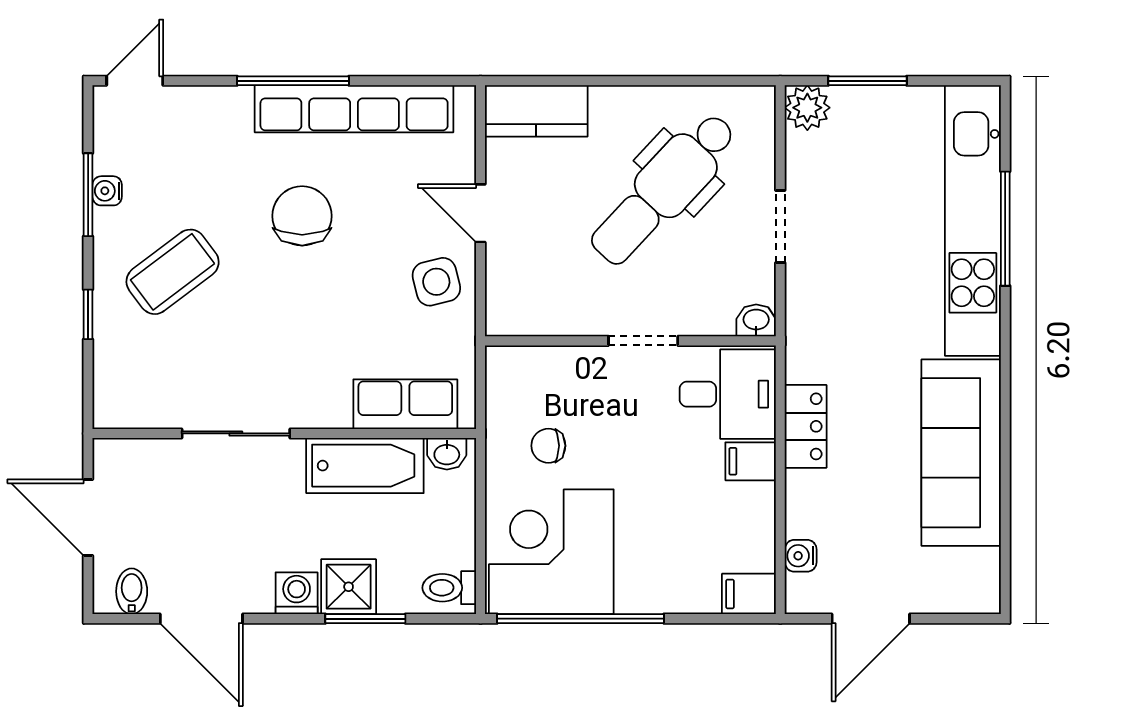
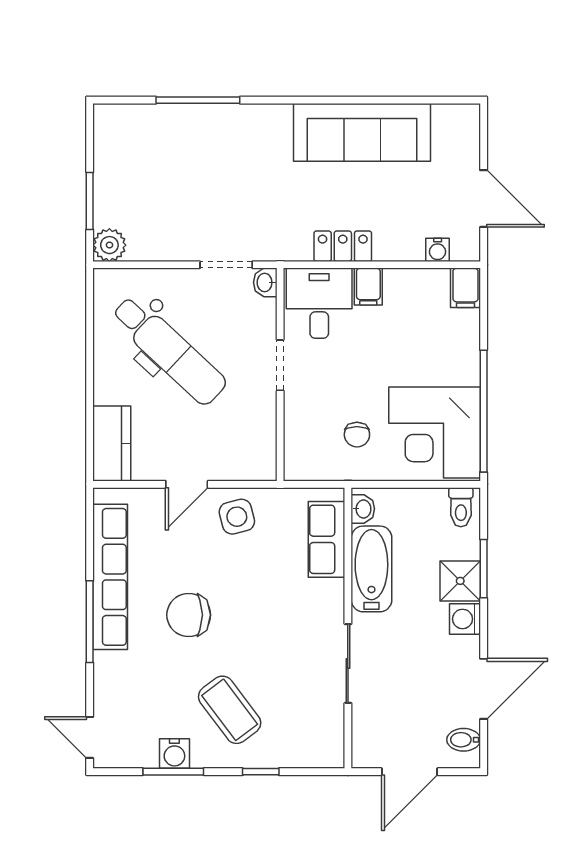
water cooler: (107, 191) -> (174, 754), width x1.38, depth x1.38
kitchen unit: (973, 220) -> (192, 124), removed
doorway: (780, 226) -> (226, 265), moved

